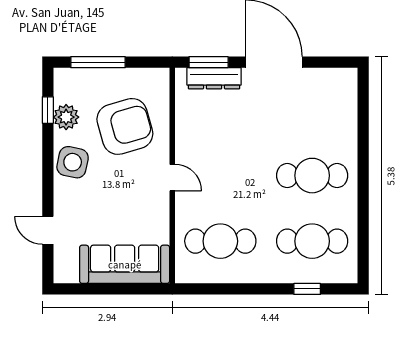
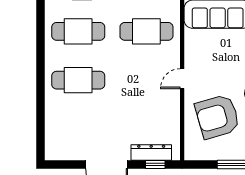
window: (209, 62) -> (155, 164), width x0.67
door: (172, 178) -> (182, 79), hinge flipped

